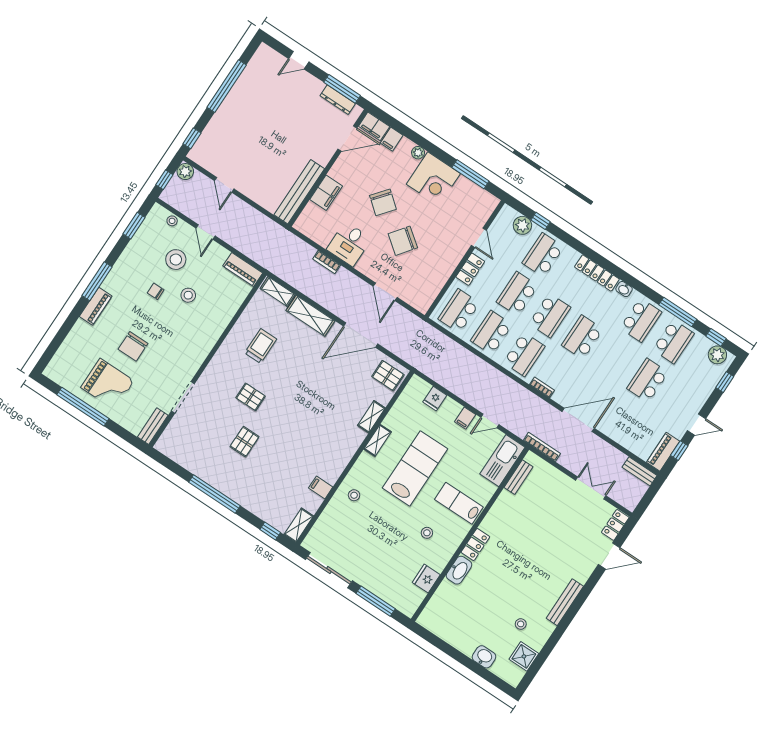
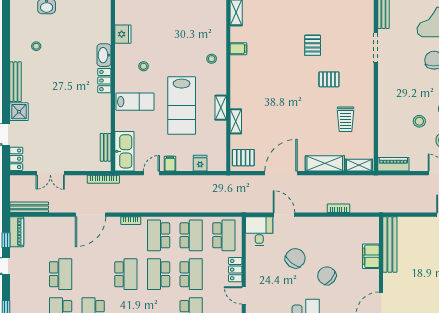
desk: (349, 244) -> (259, 231), moved
bench: (640, 471) -> (29, 207), width x1.36
shower: (524, 656) -> (19, 112), moved

